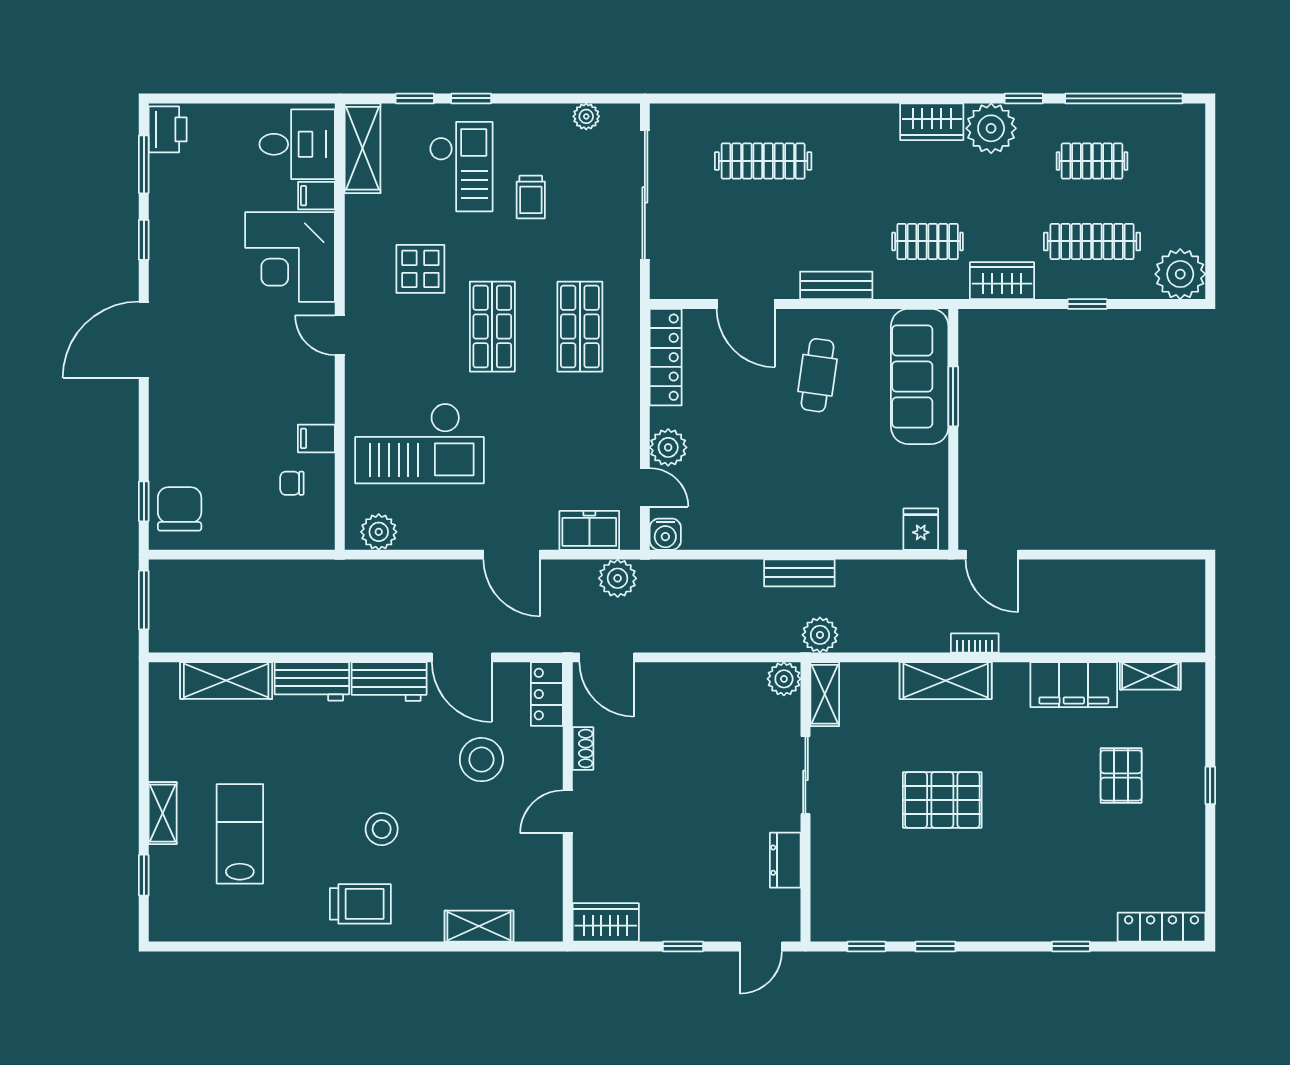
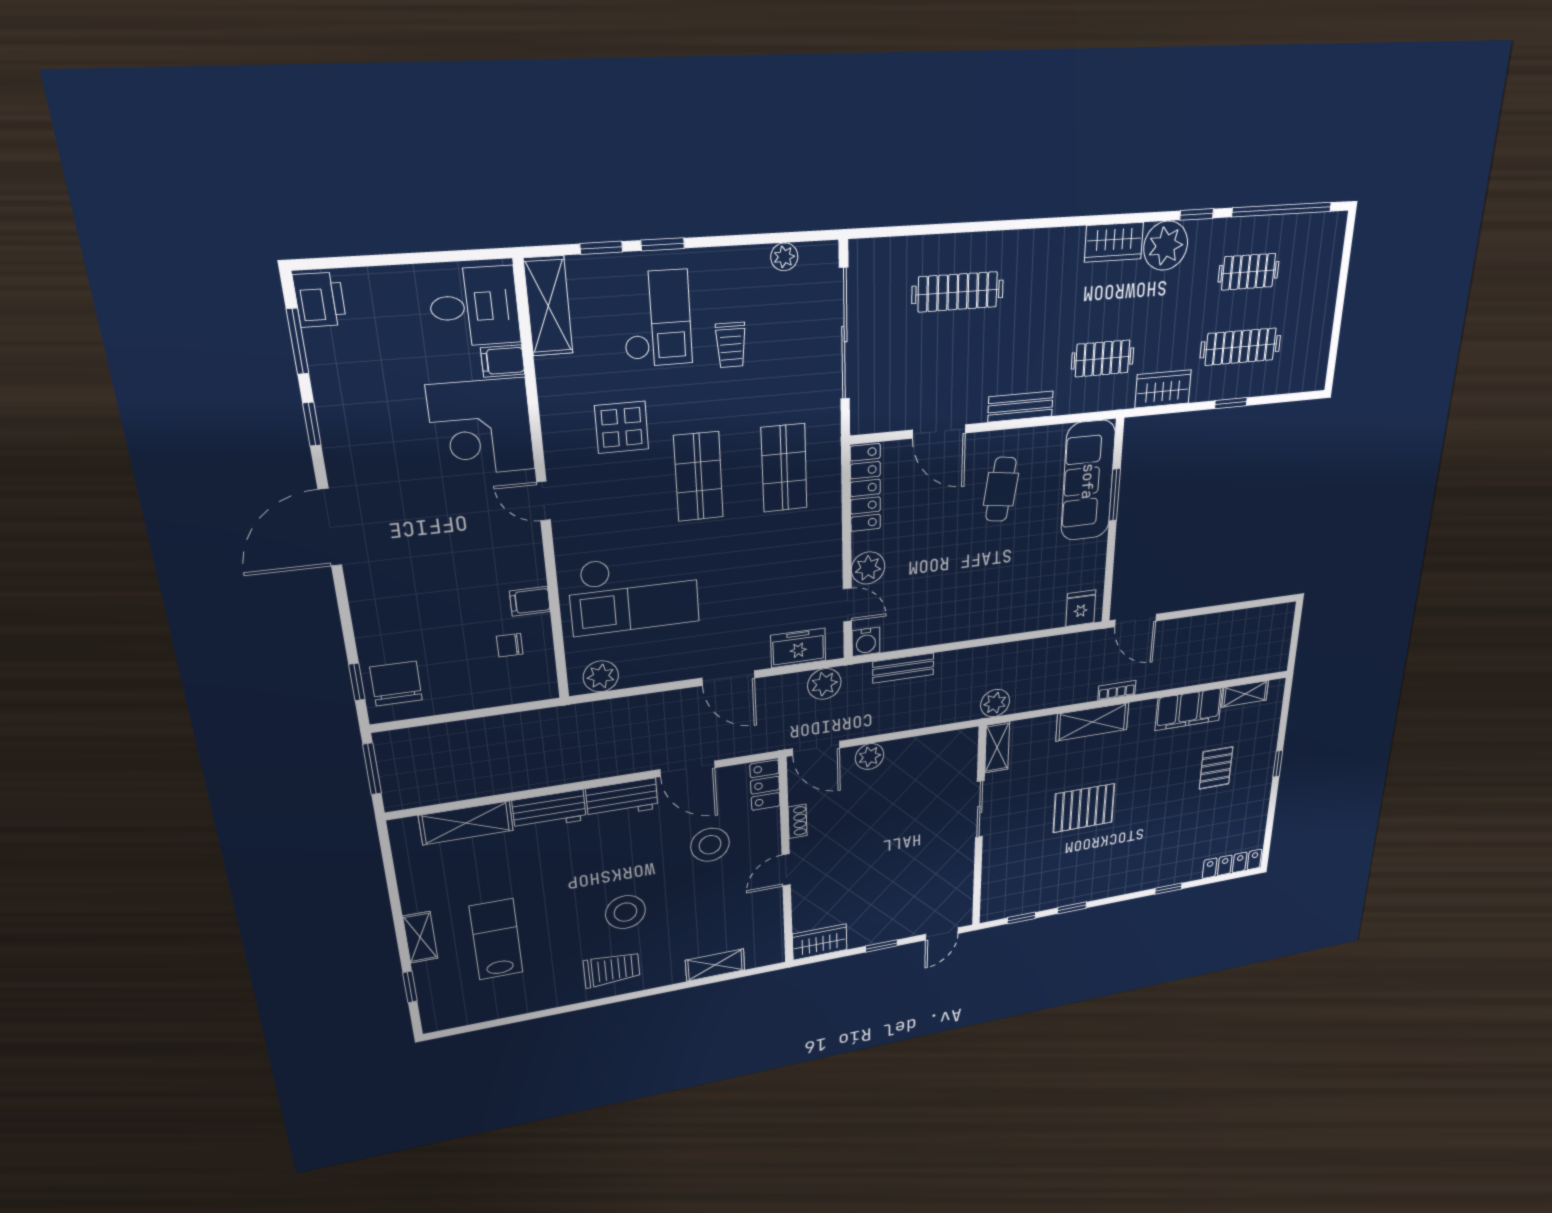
plant: (1180, 274) -> (1308, 370), removed
bench: (799, 573) -> (903, 668), moved
plant: (784, 679) -> (870, 757), moved
stool: (382, 829) -> (625, 912), width x1.38, depth x1.38
dresser: (785, 860) -> (962, 872), removed

